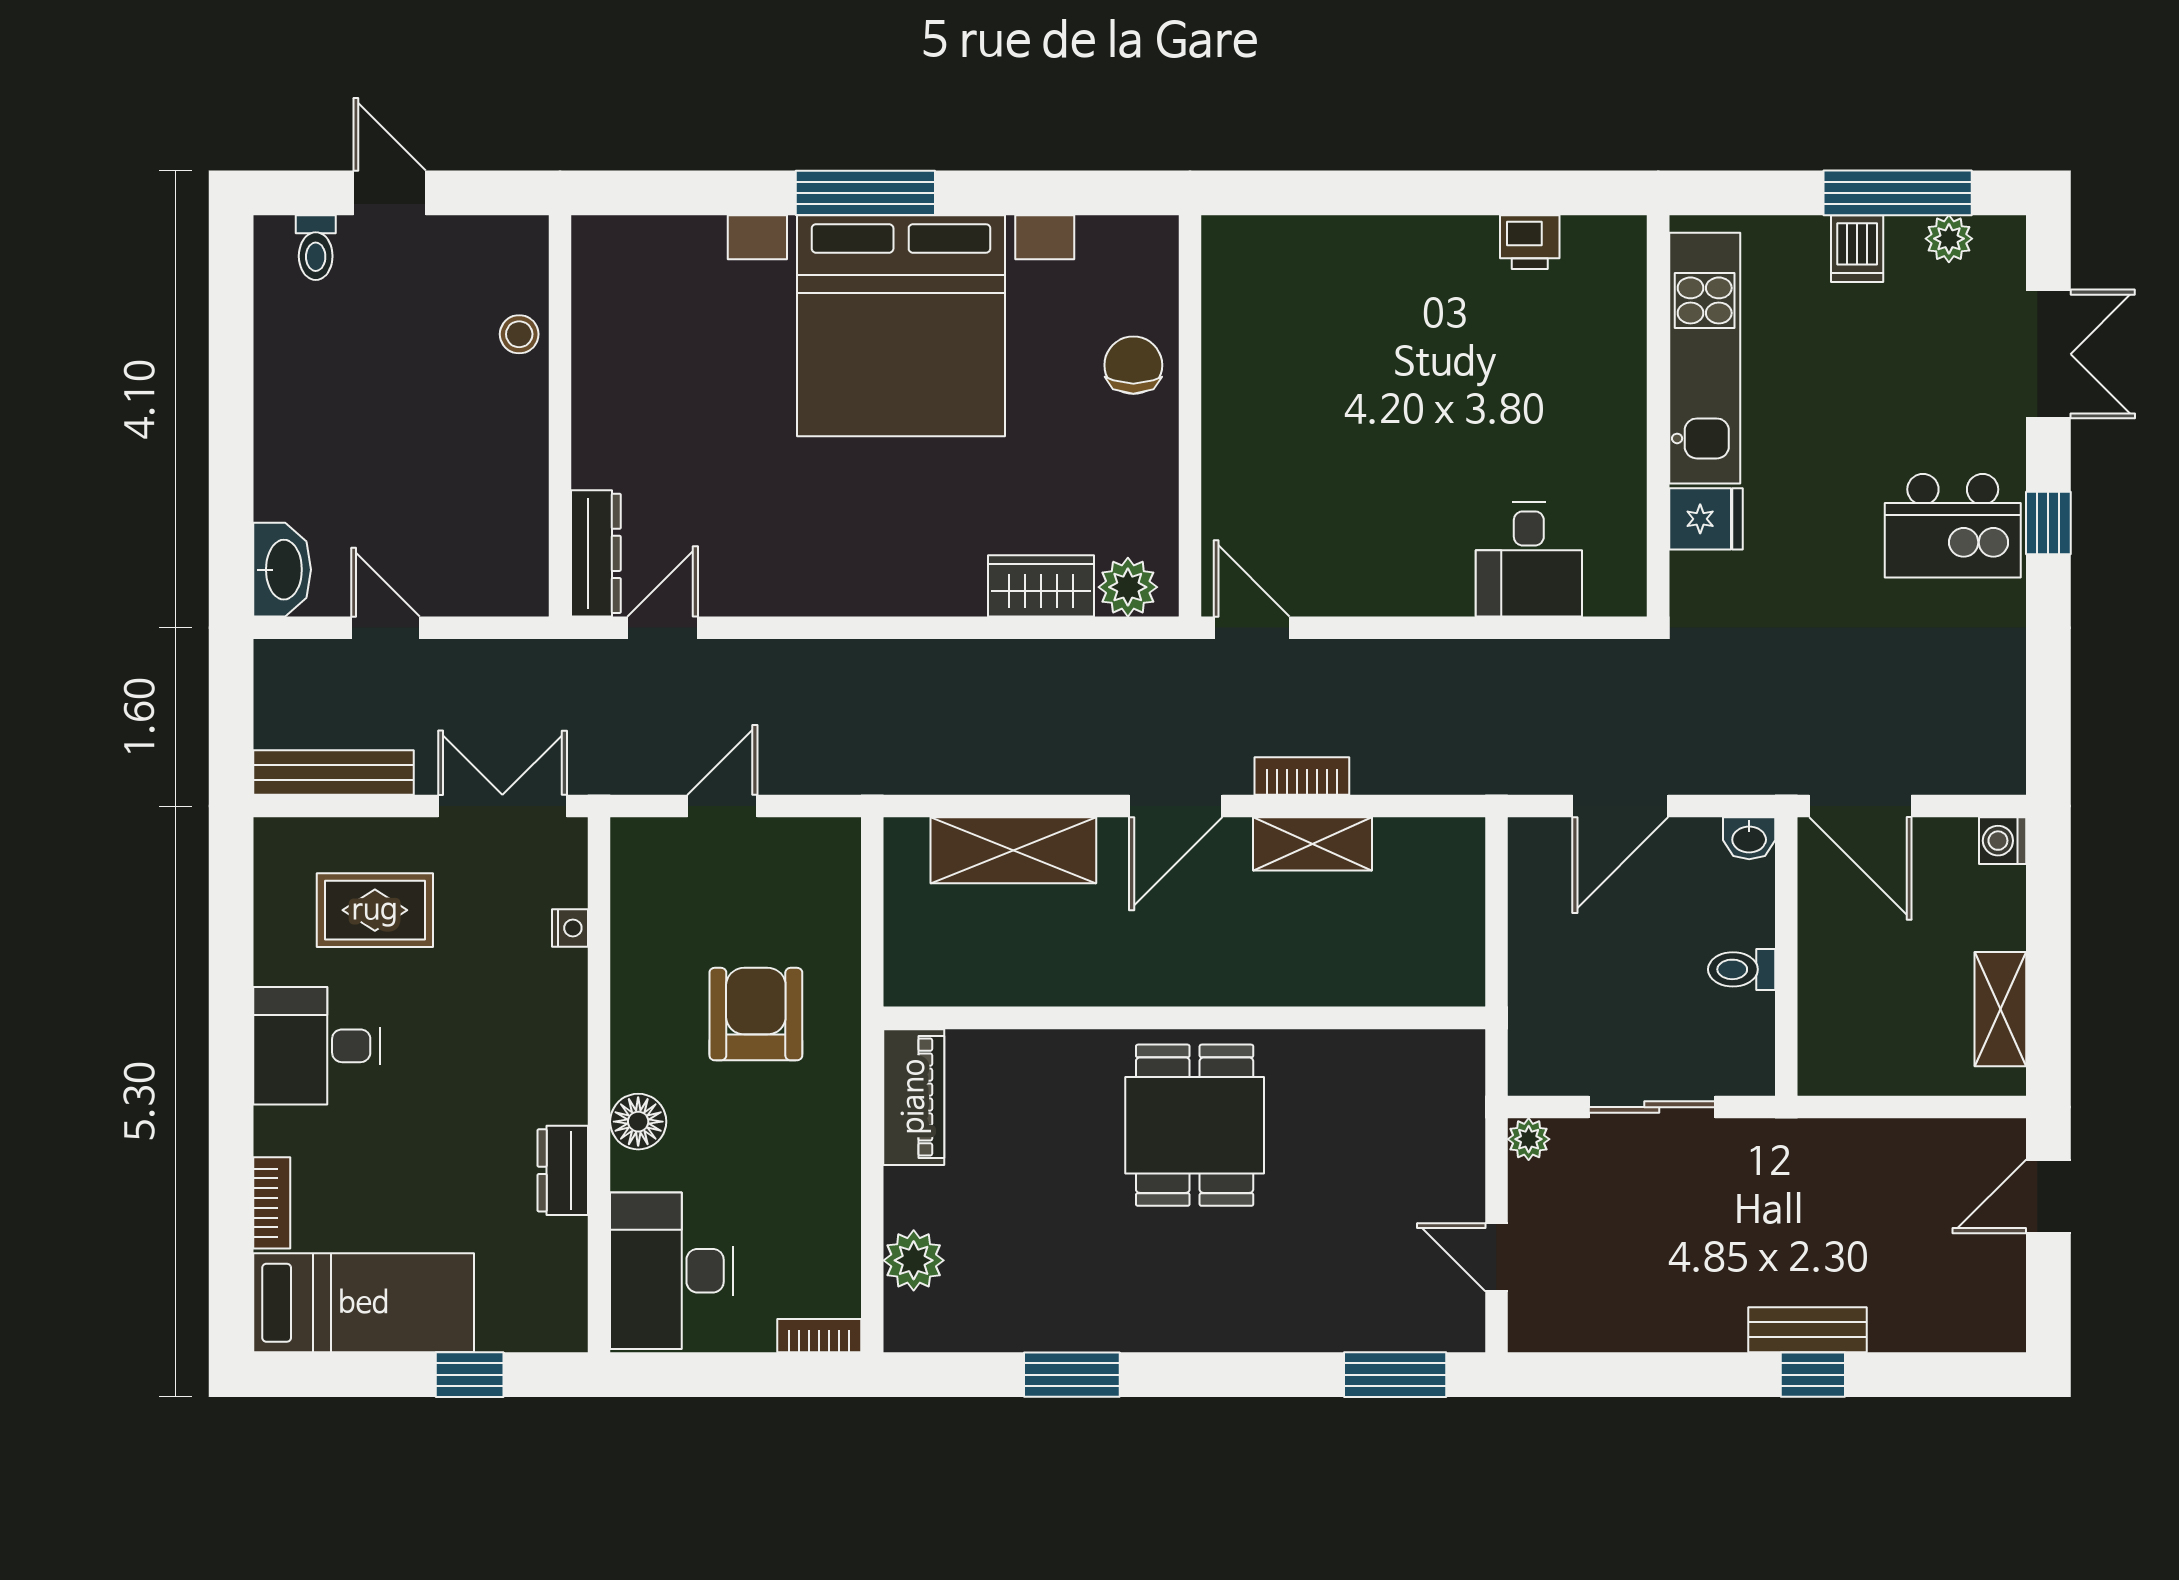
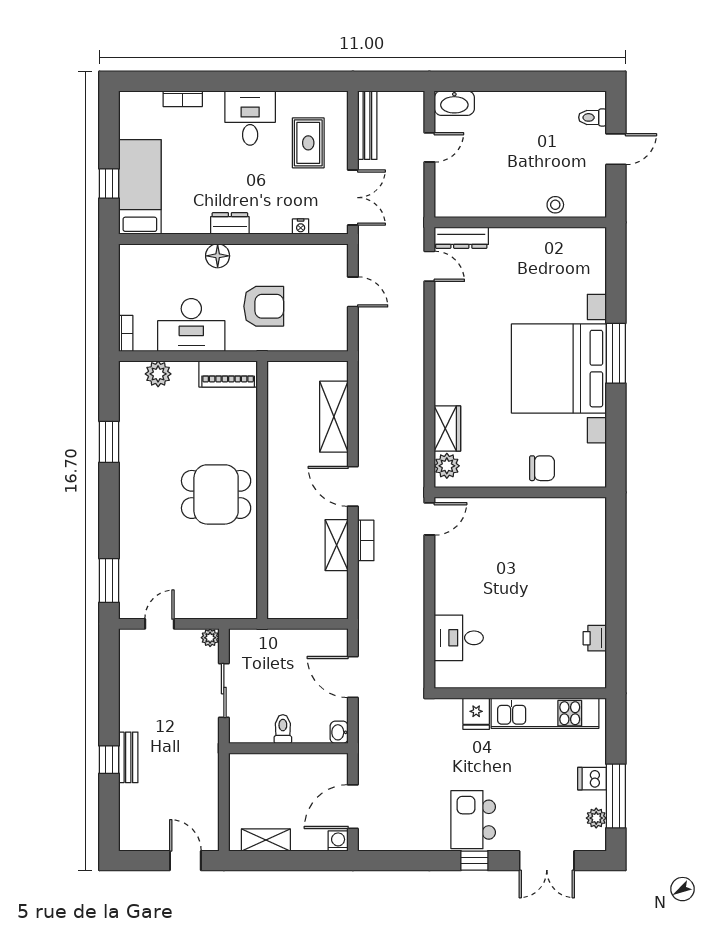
door: (1860, 806) -> (353, 807), moved
dresser: (563, 1170) -> (230, 223), moved
desk: (672, 1271) -> (191, 325), moved, turned 180
bed: (364, 1303) -> (140, 187), moved, turned 180

